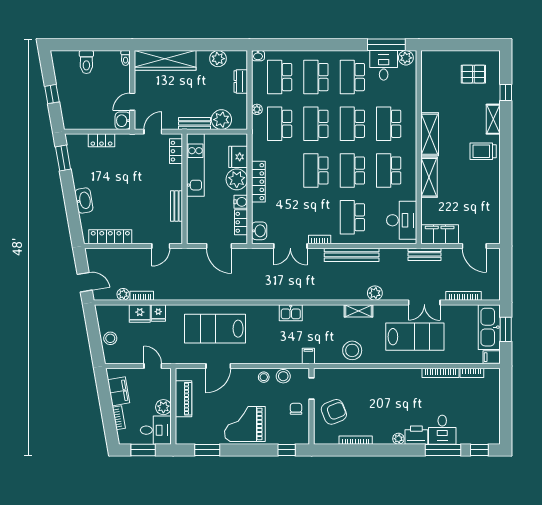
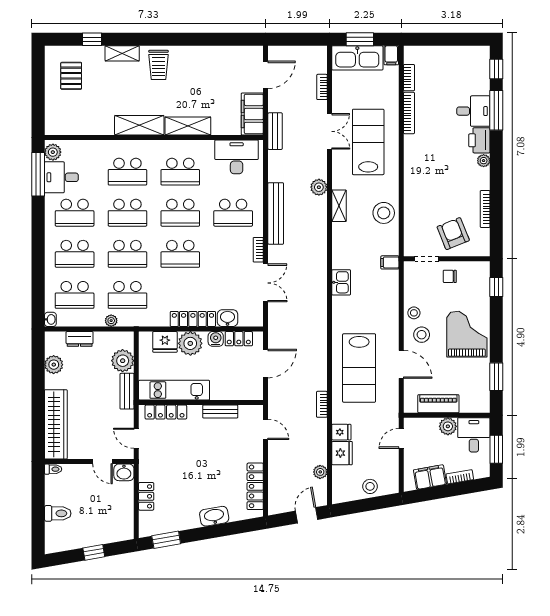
locker: (176, 151) -> (166, 412), width x1.53
washbasin: (259, 231) -> (228, 318), moved
bookcase: (142, 296) -> (322, 404), moved
bookcase: (464, 296) -> (322, 87), width x0.64
stool: (283, 376) -> (422, 335), moved
grand piano: (245, 424) -> (467, 334), turned 180

